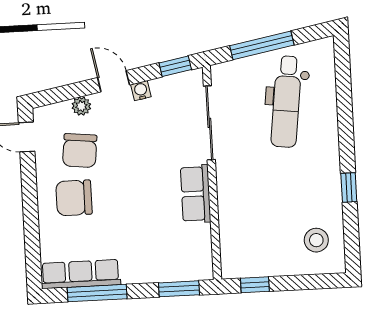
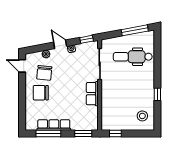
window: (262, 45) -> (135, 30), moved
dental chair: (286, 102) -> (133, 57), turned 83
row of seats: (81, 274) -> (54, 125), moved

